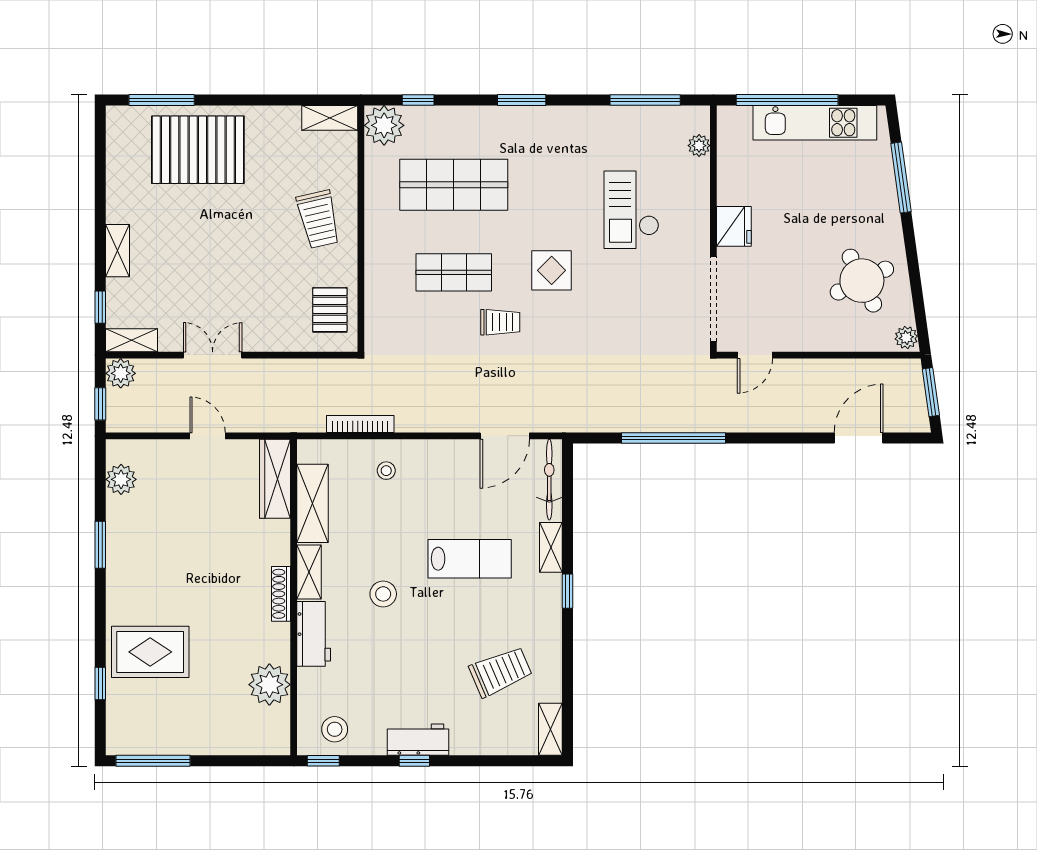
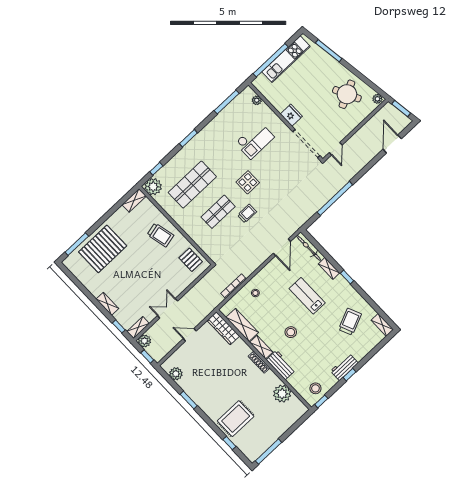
checkout: (631, 210) -> (255, 140), turned -90
lab bench: (470, 559) -> (307, 296), turned -90

